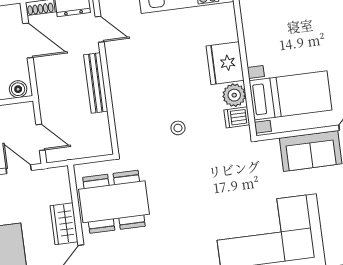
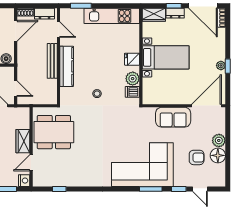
door: (28, 41) -> (16, 31), hinge flipped
fridge: (225, 63) -> (132, 59), width x0.53, depth x0.75
kitchen counter: (121, 89) -> (67, 66), added
bed with nightstands: (290, 95) -> (166, 57), moved

